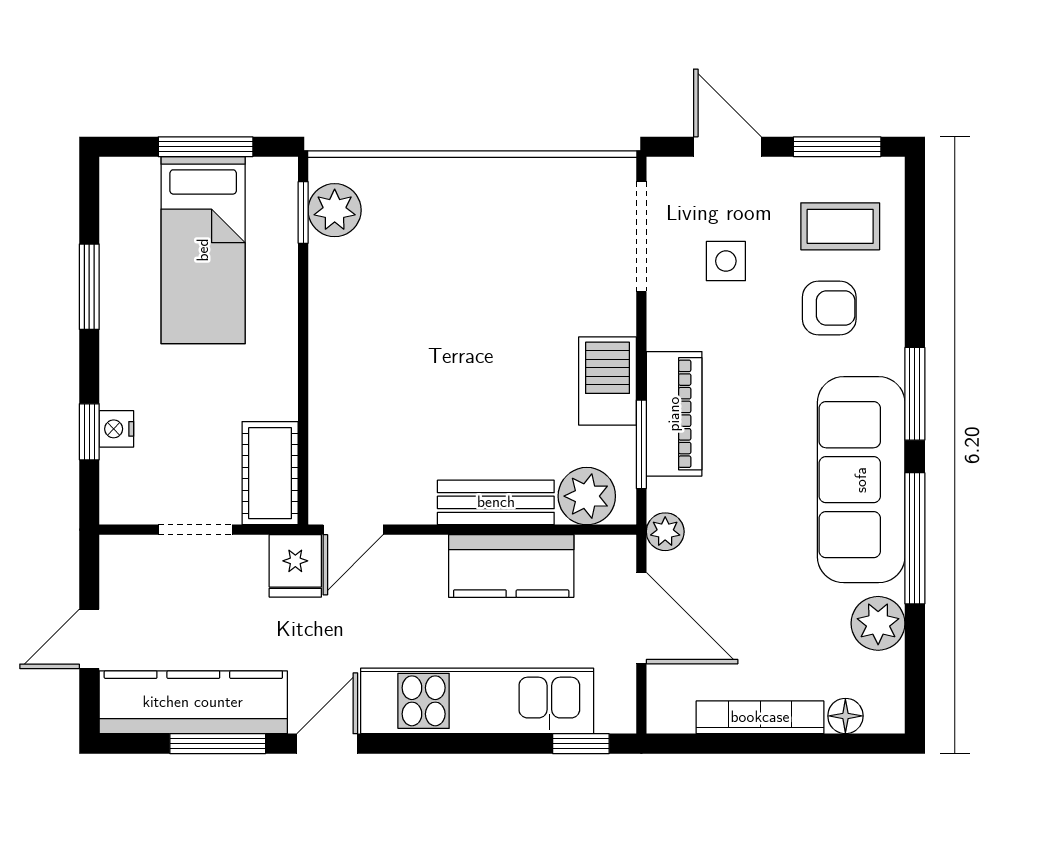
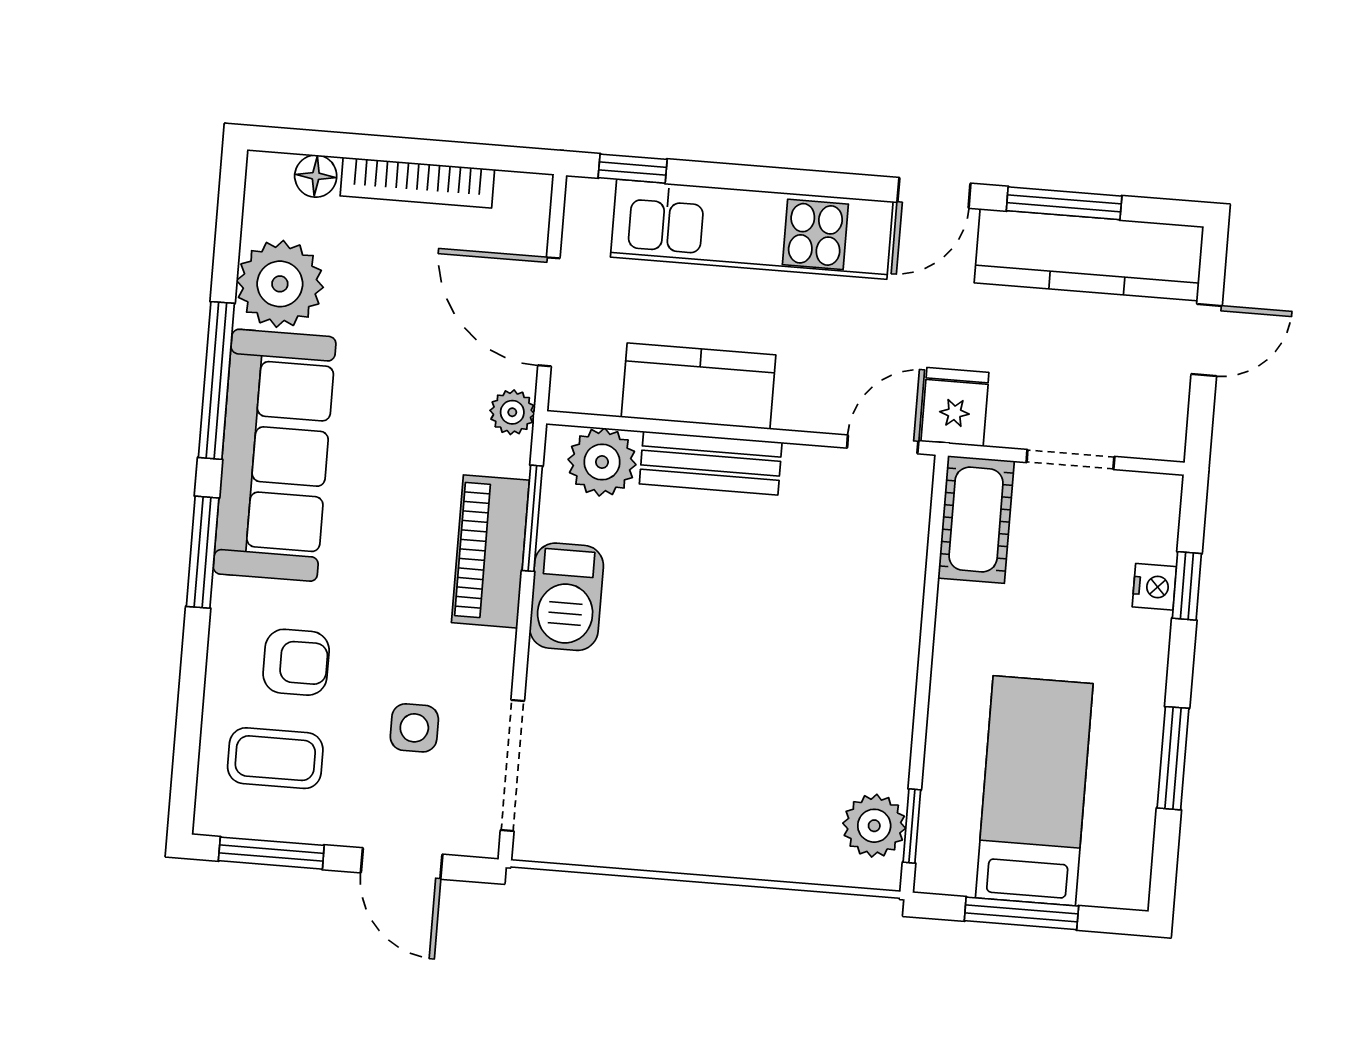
armchair: (829, 308) -> (296, 662), turned 180
plant: (878, 623) -> (280, 284), width x1.36, depth x1.36

